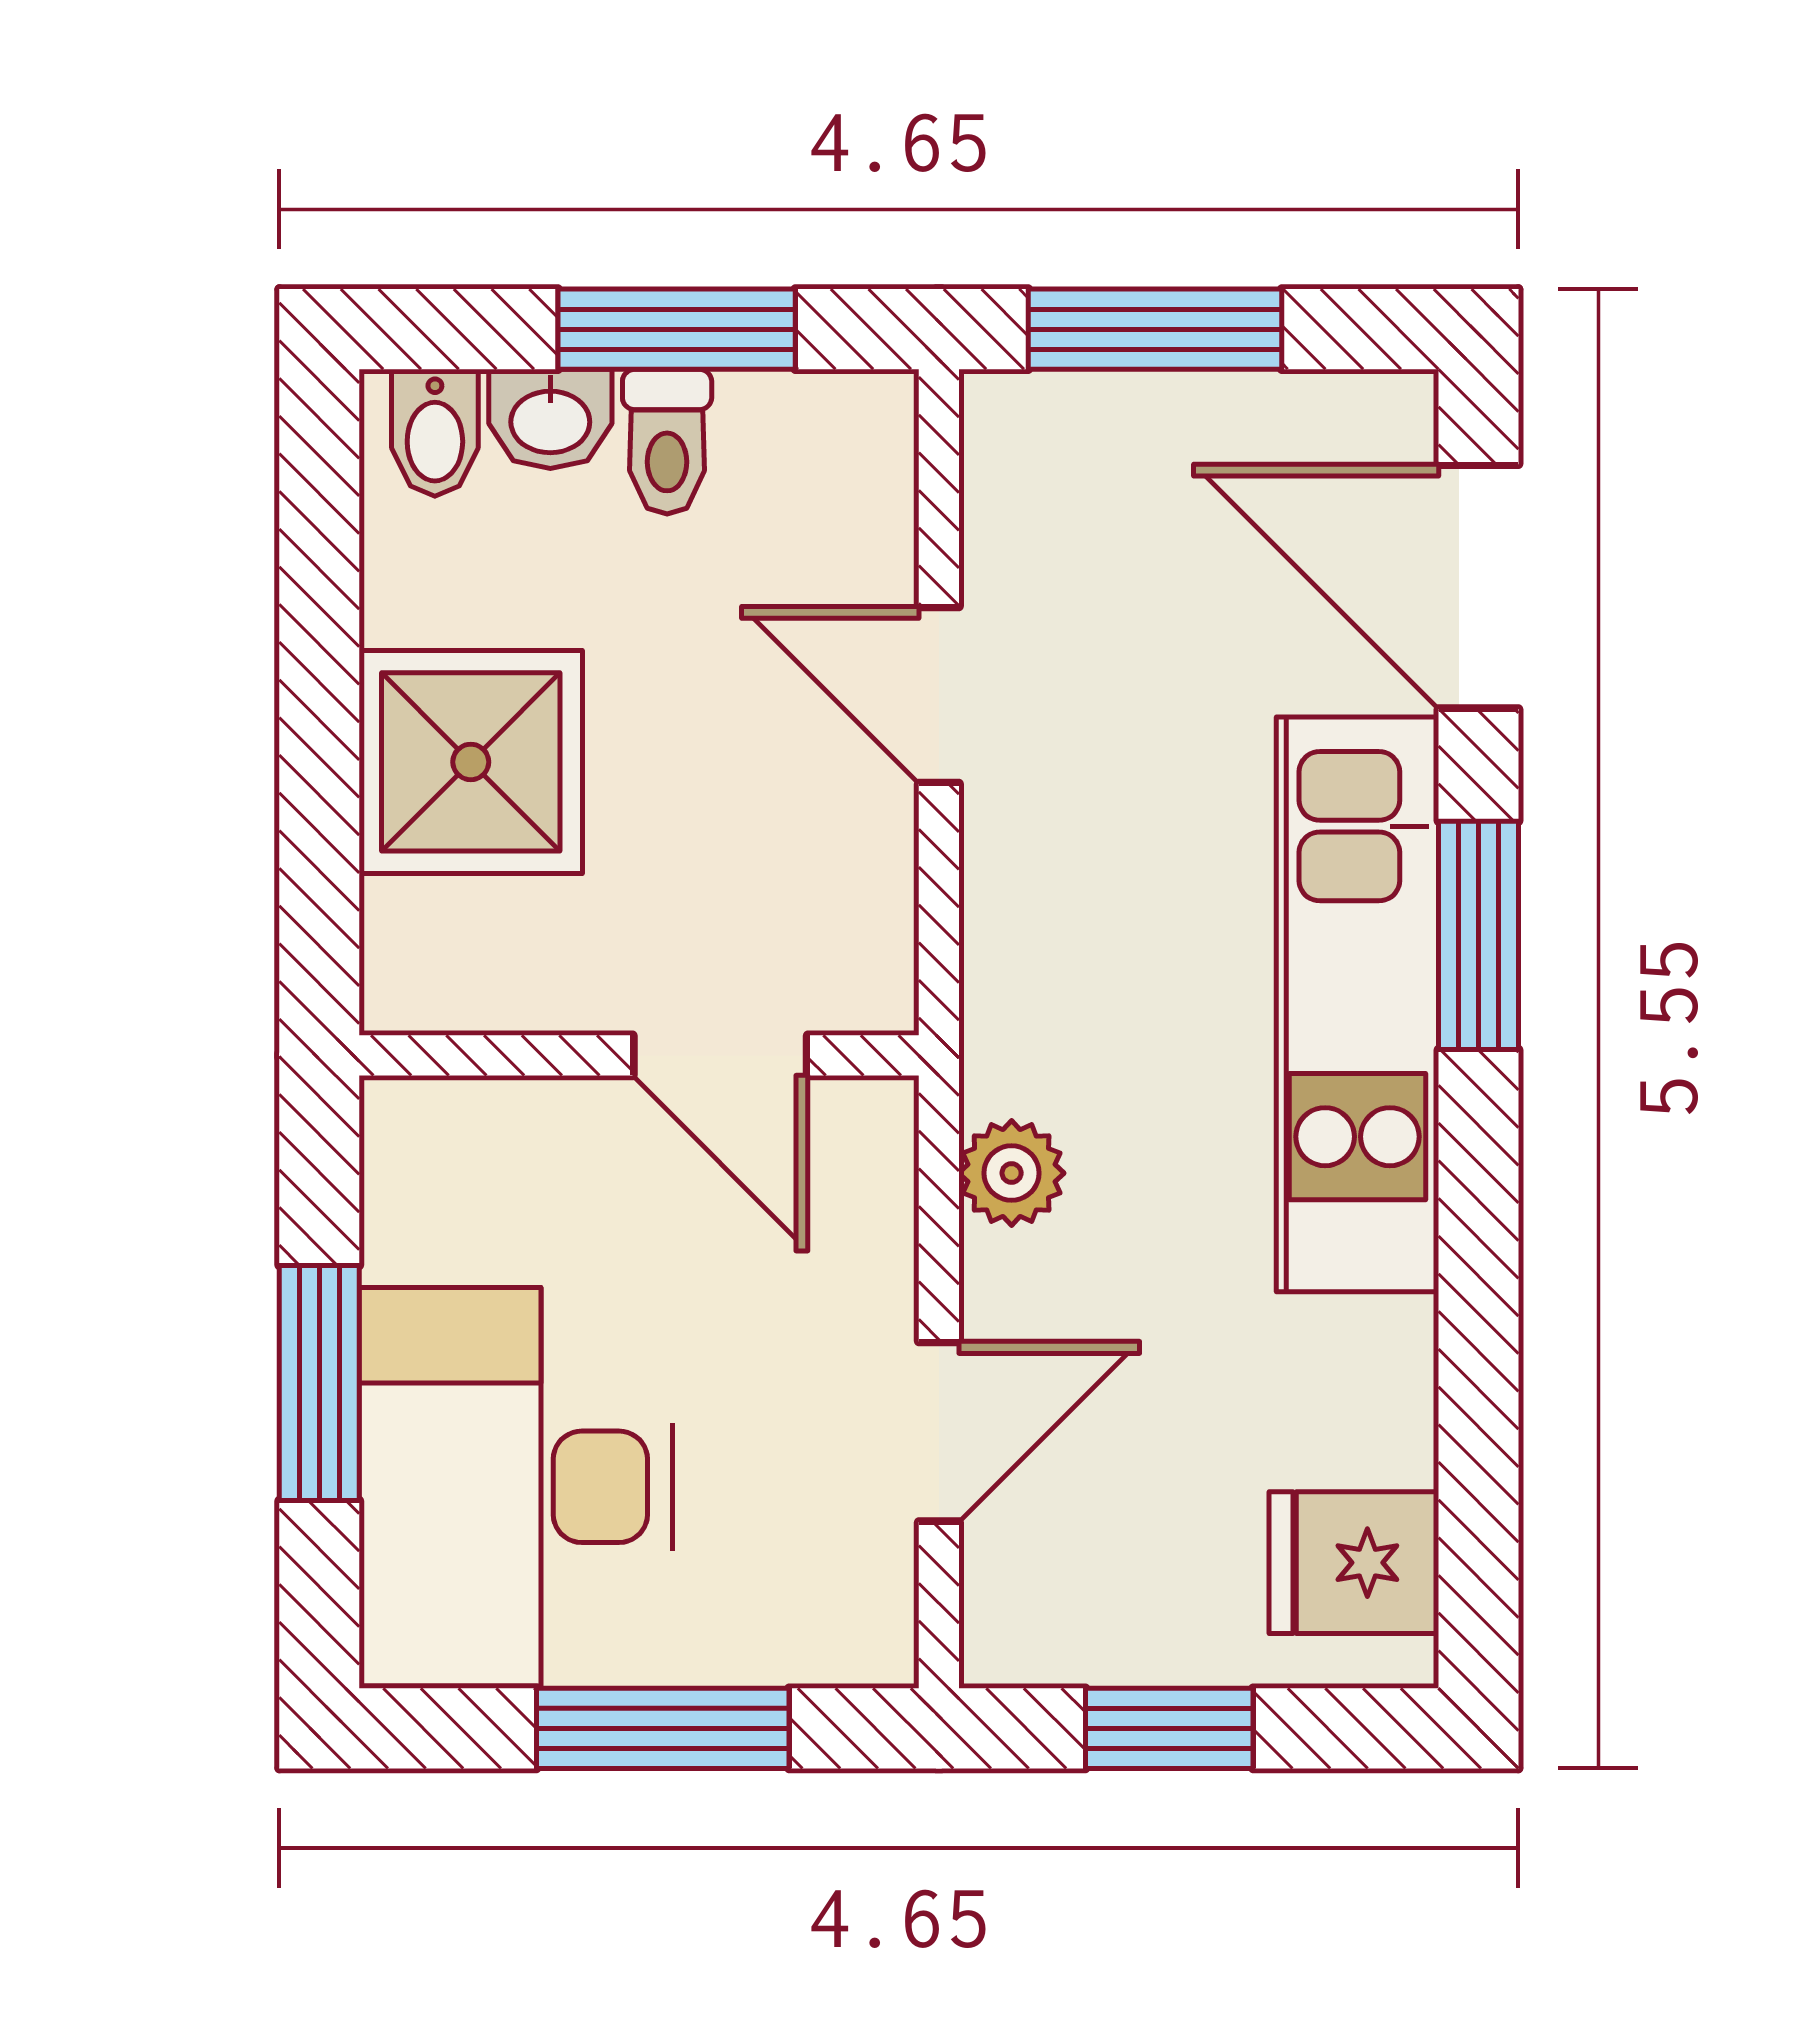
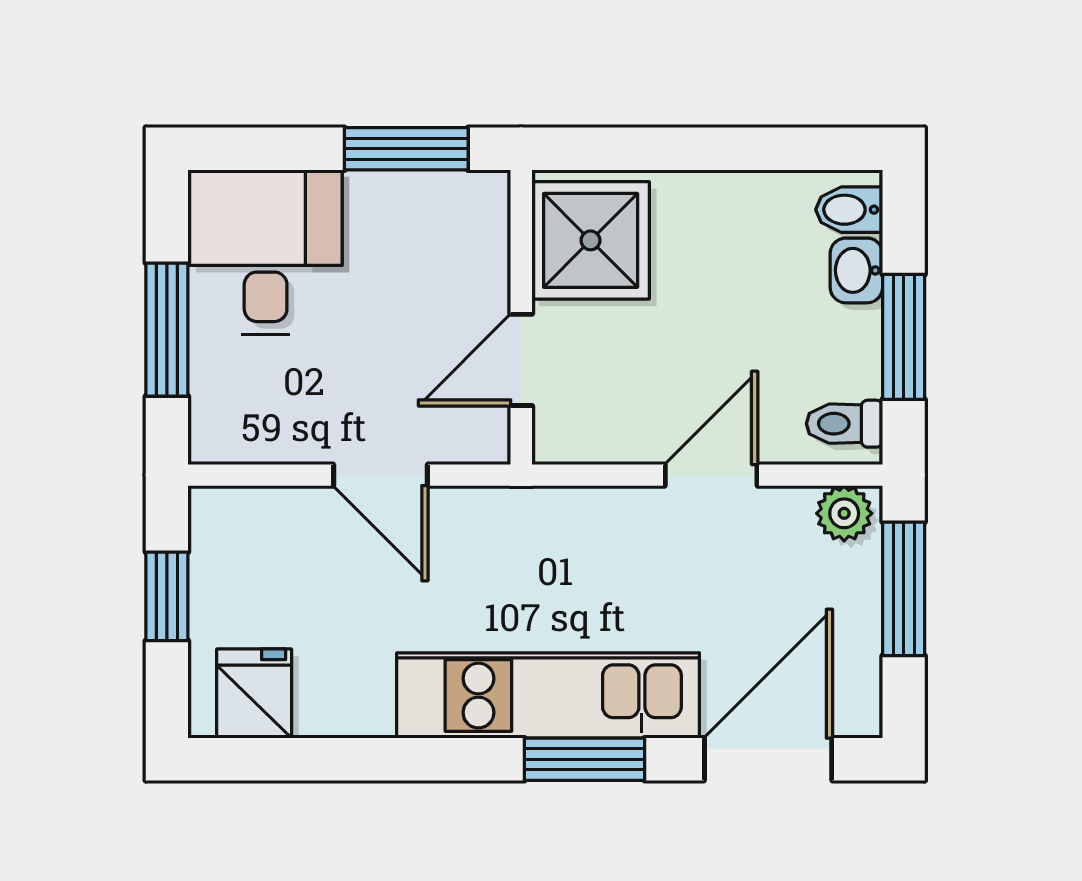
toilet: (667, 442) -> (844, 424), moved
shower: (471, 762) -> (591, 240), moved
plant: (1012, 1173) -> (844, 513), moved
window: (319, 1383) -> (406, 149), moved
door: (939, 1432) -> (380, 475), moved
desk: (516, 1487) -> (266, 252), width x0.73

